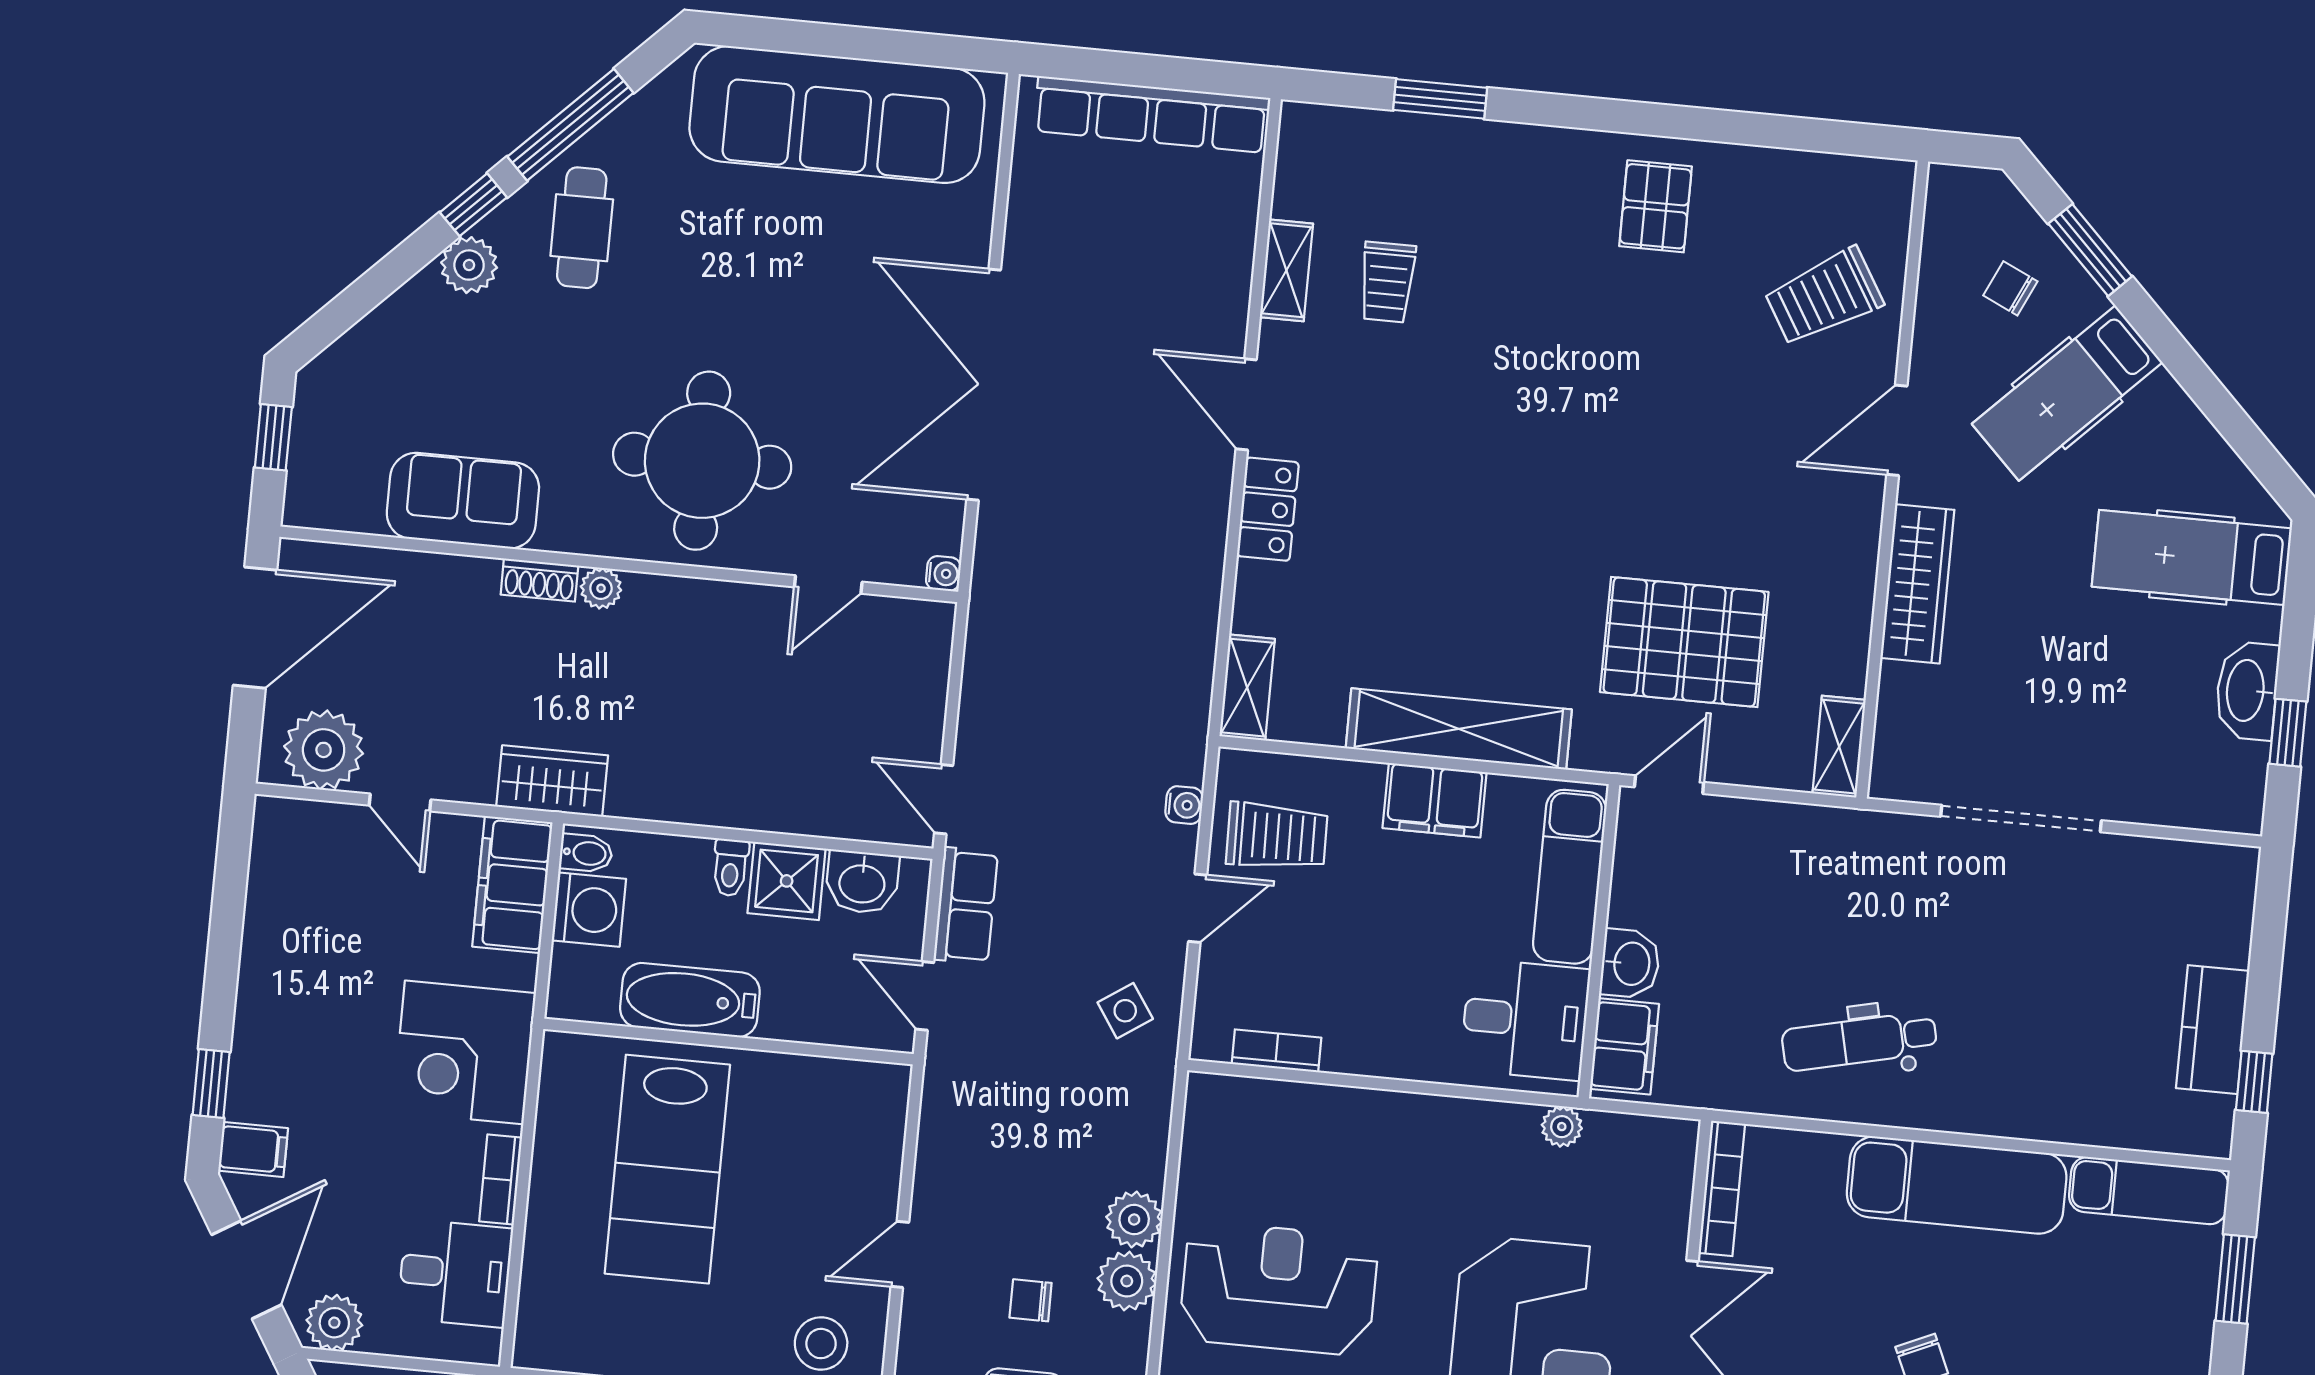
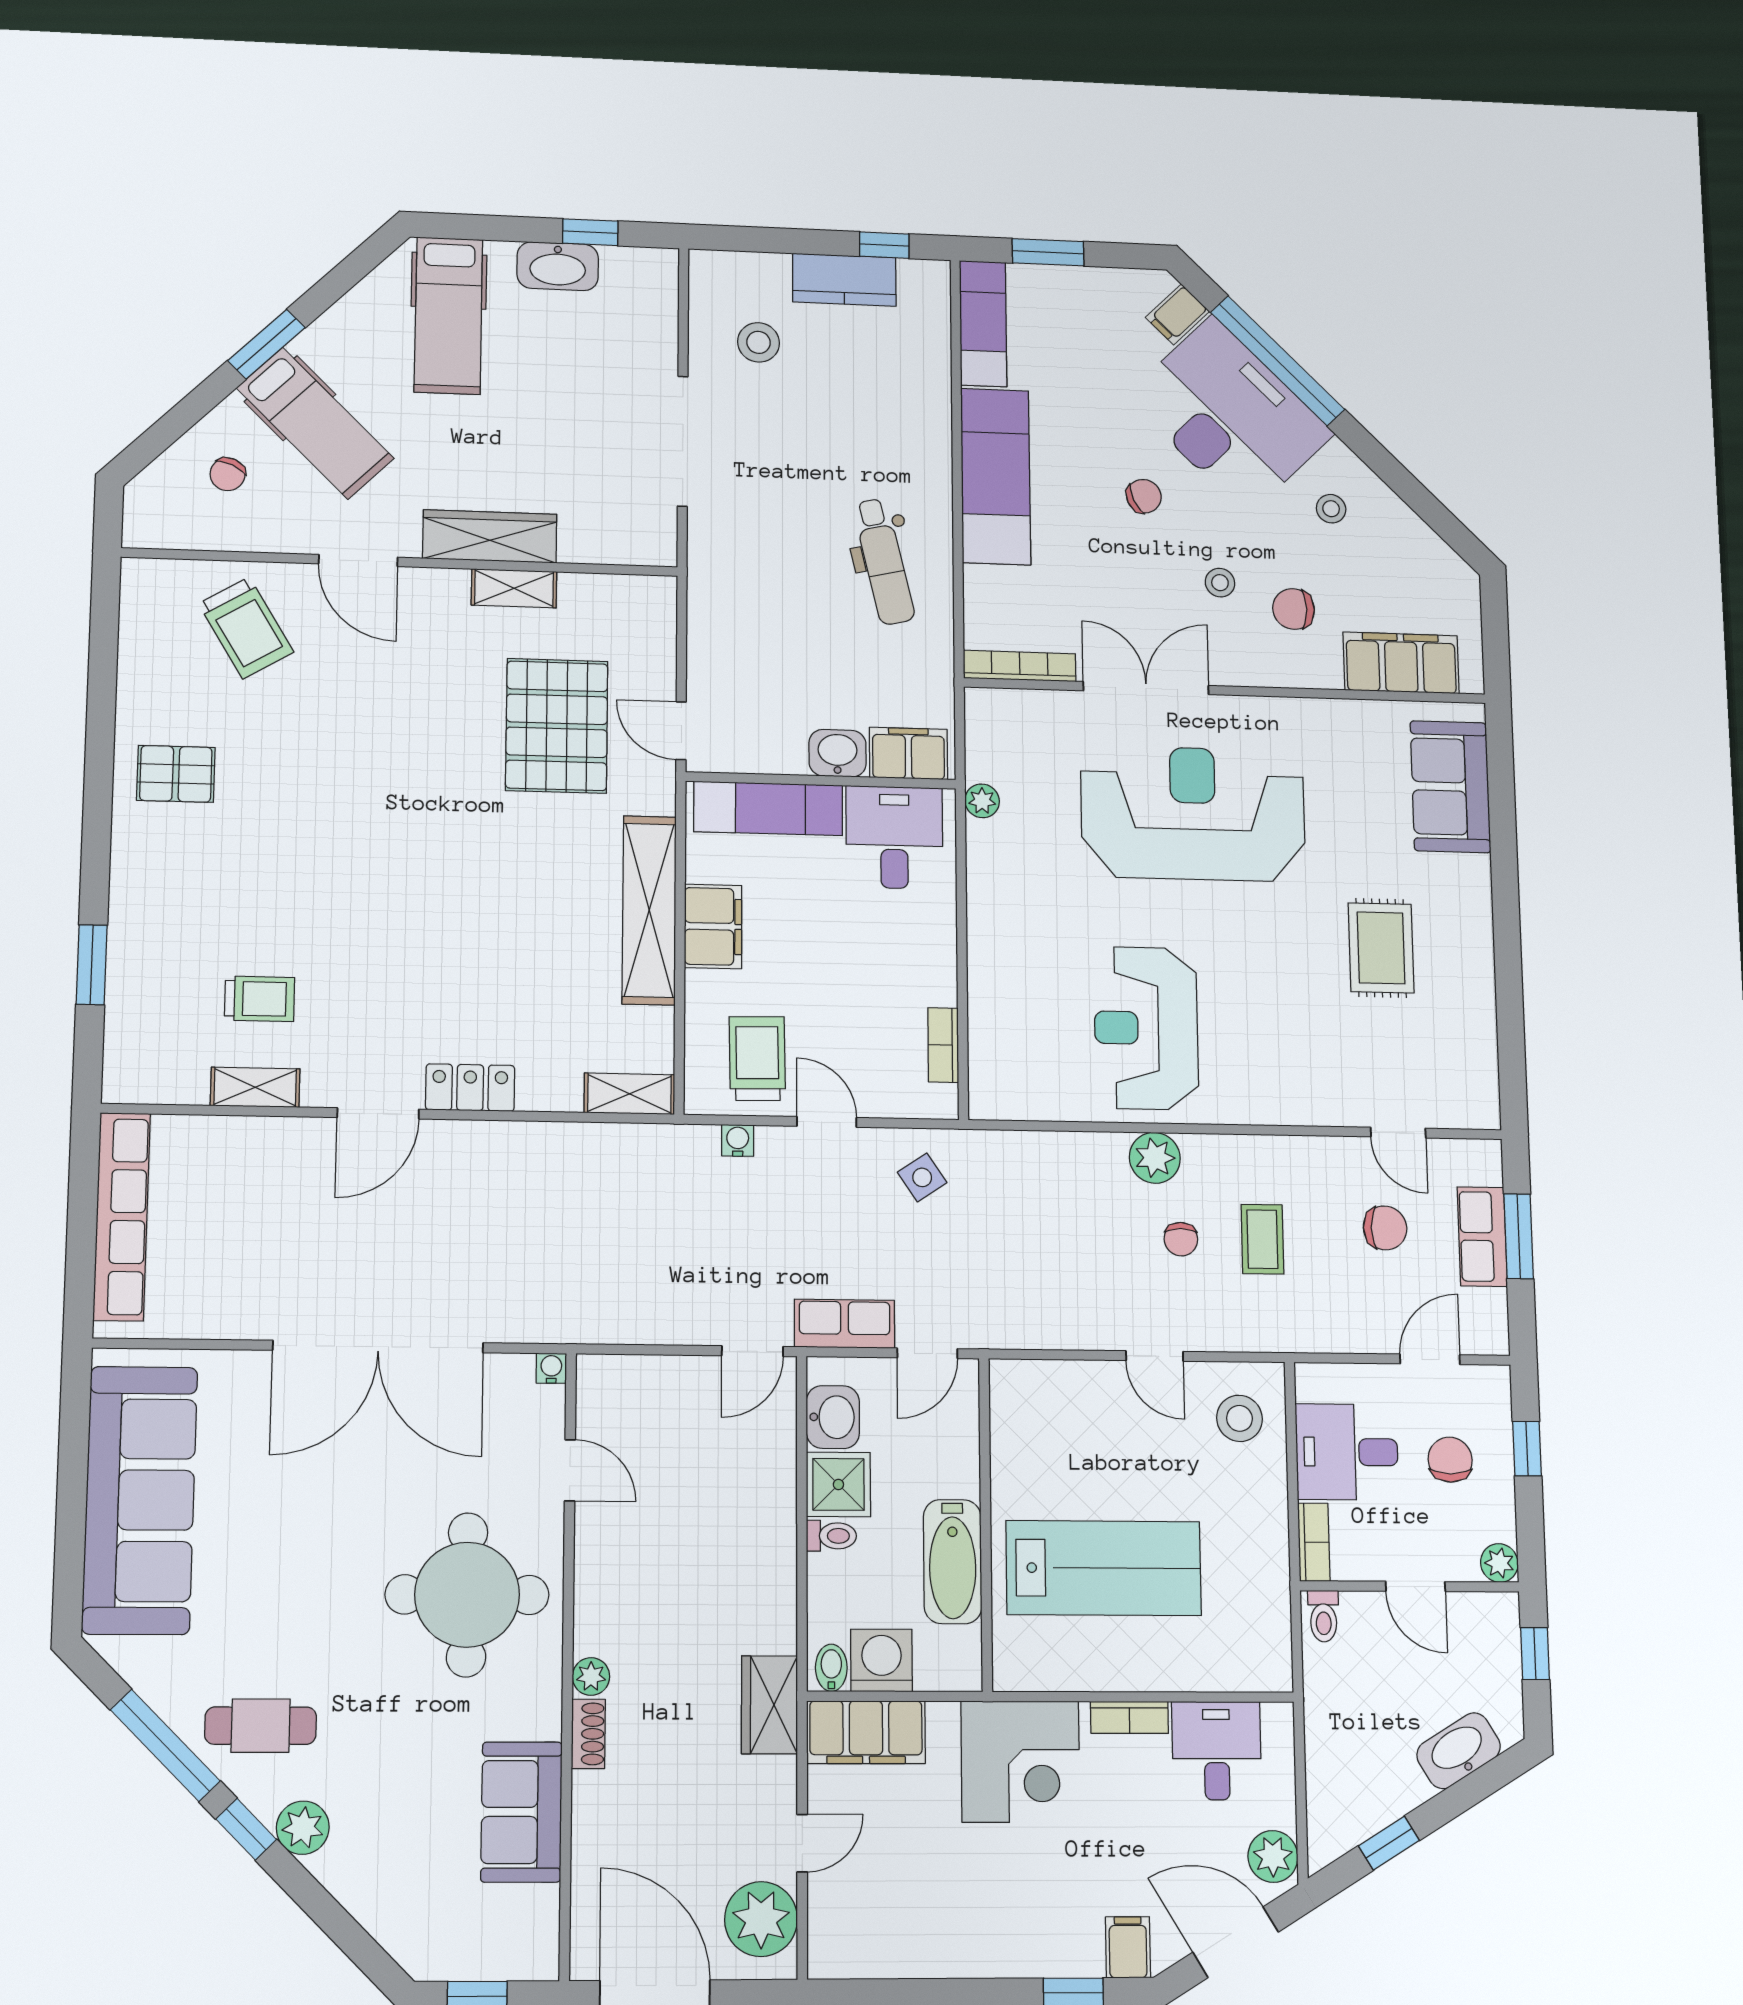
window: (2090, 250) -> (266, 344), moved
shelving: (1839, 747) -> (514, 588), moved
stool: (2139, 920) -> (758, 342), added
plant: (1134, 1219) -> (1101, 1156), removed

